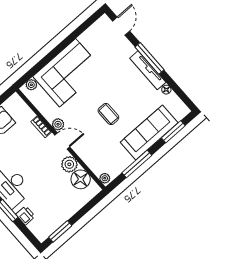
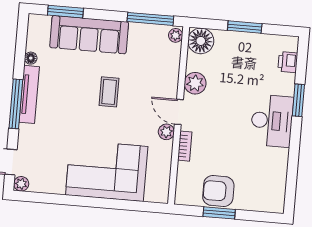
plant: (31, 85) -> (21, 184), moved
window: (137, 164) -> (150, 19), moved
floor lamp: (81, 179) -> (201, 41), moved
printer: (25, 215) -> (288, 62), moved
window: (60, 231) -> (245, 27), moved

